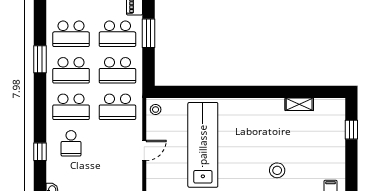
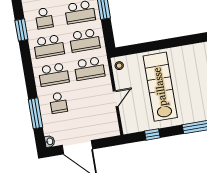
school desk: (71, 34) -> (44, 18), width x0.54
window: (40, 59) -> (21, 30), moved
window: (40, 152) -> (36, 113), width x2.17

